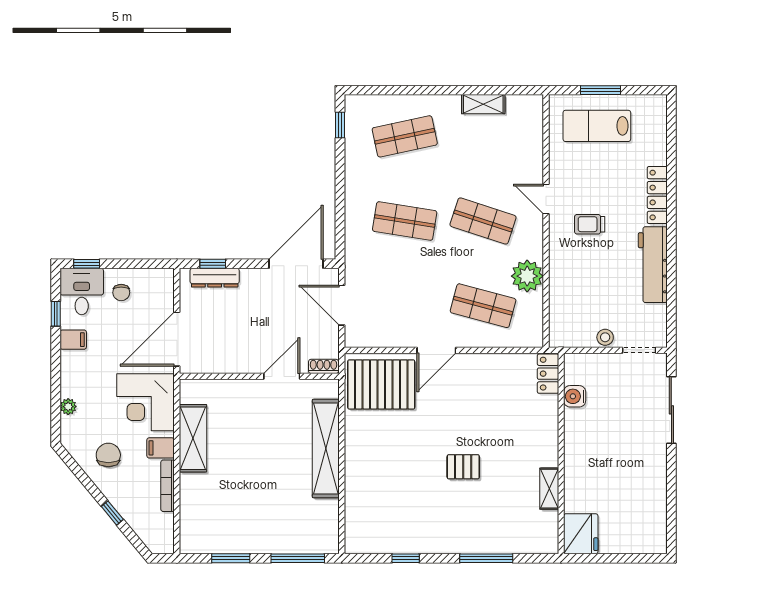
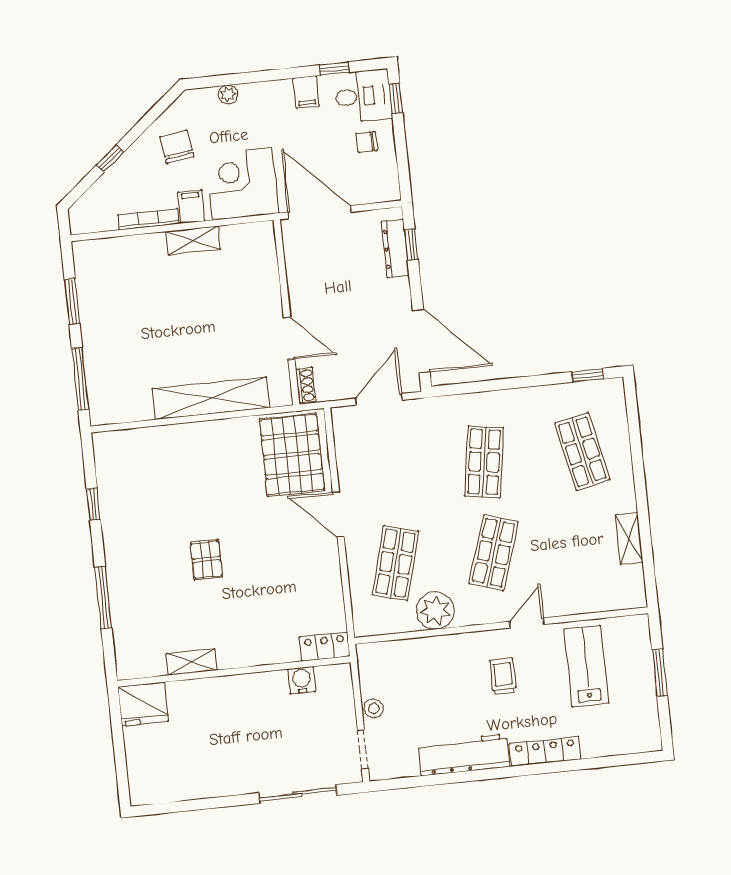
lab bench: (597, 126) -> (586, 666), moved
shelving: (193, 438) -> (193, 240), width x0.67, depth x0.75
chair: (108, 455) -> (177, 147), turned -99

